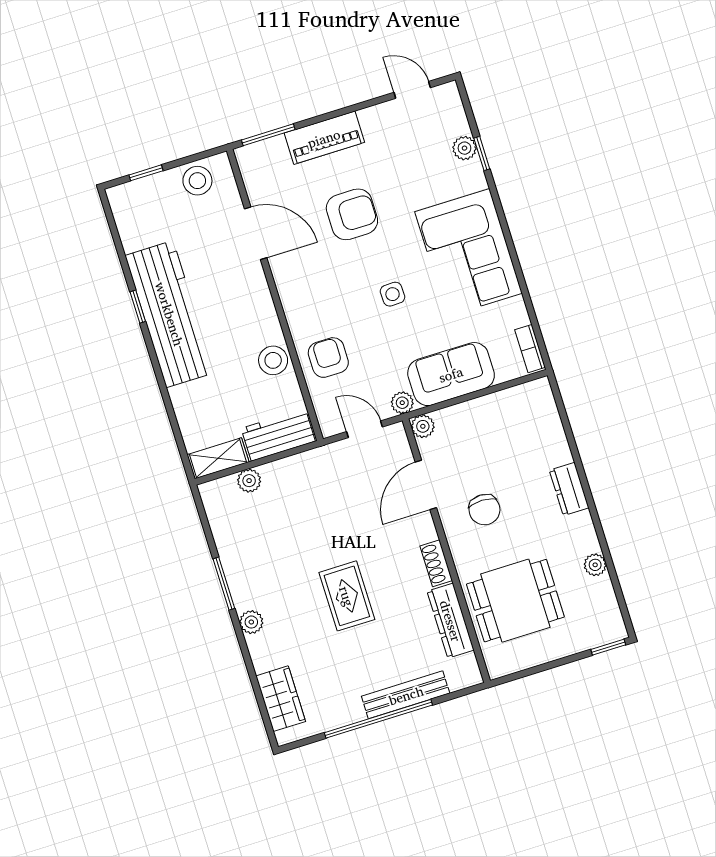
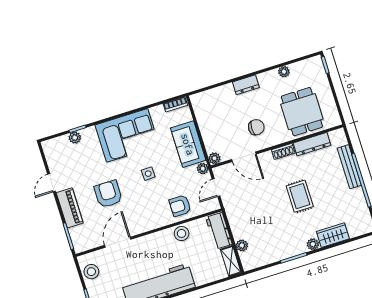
door: (412, 90) -> (52, 183), moved
rug: (347, 596) -> (300, 196), turned 90
wardrobe: (281, 699) -> (333, 235), moved

